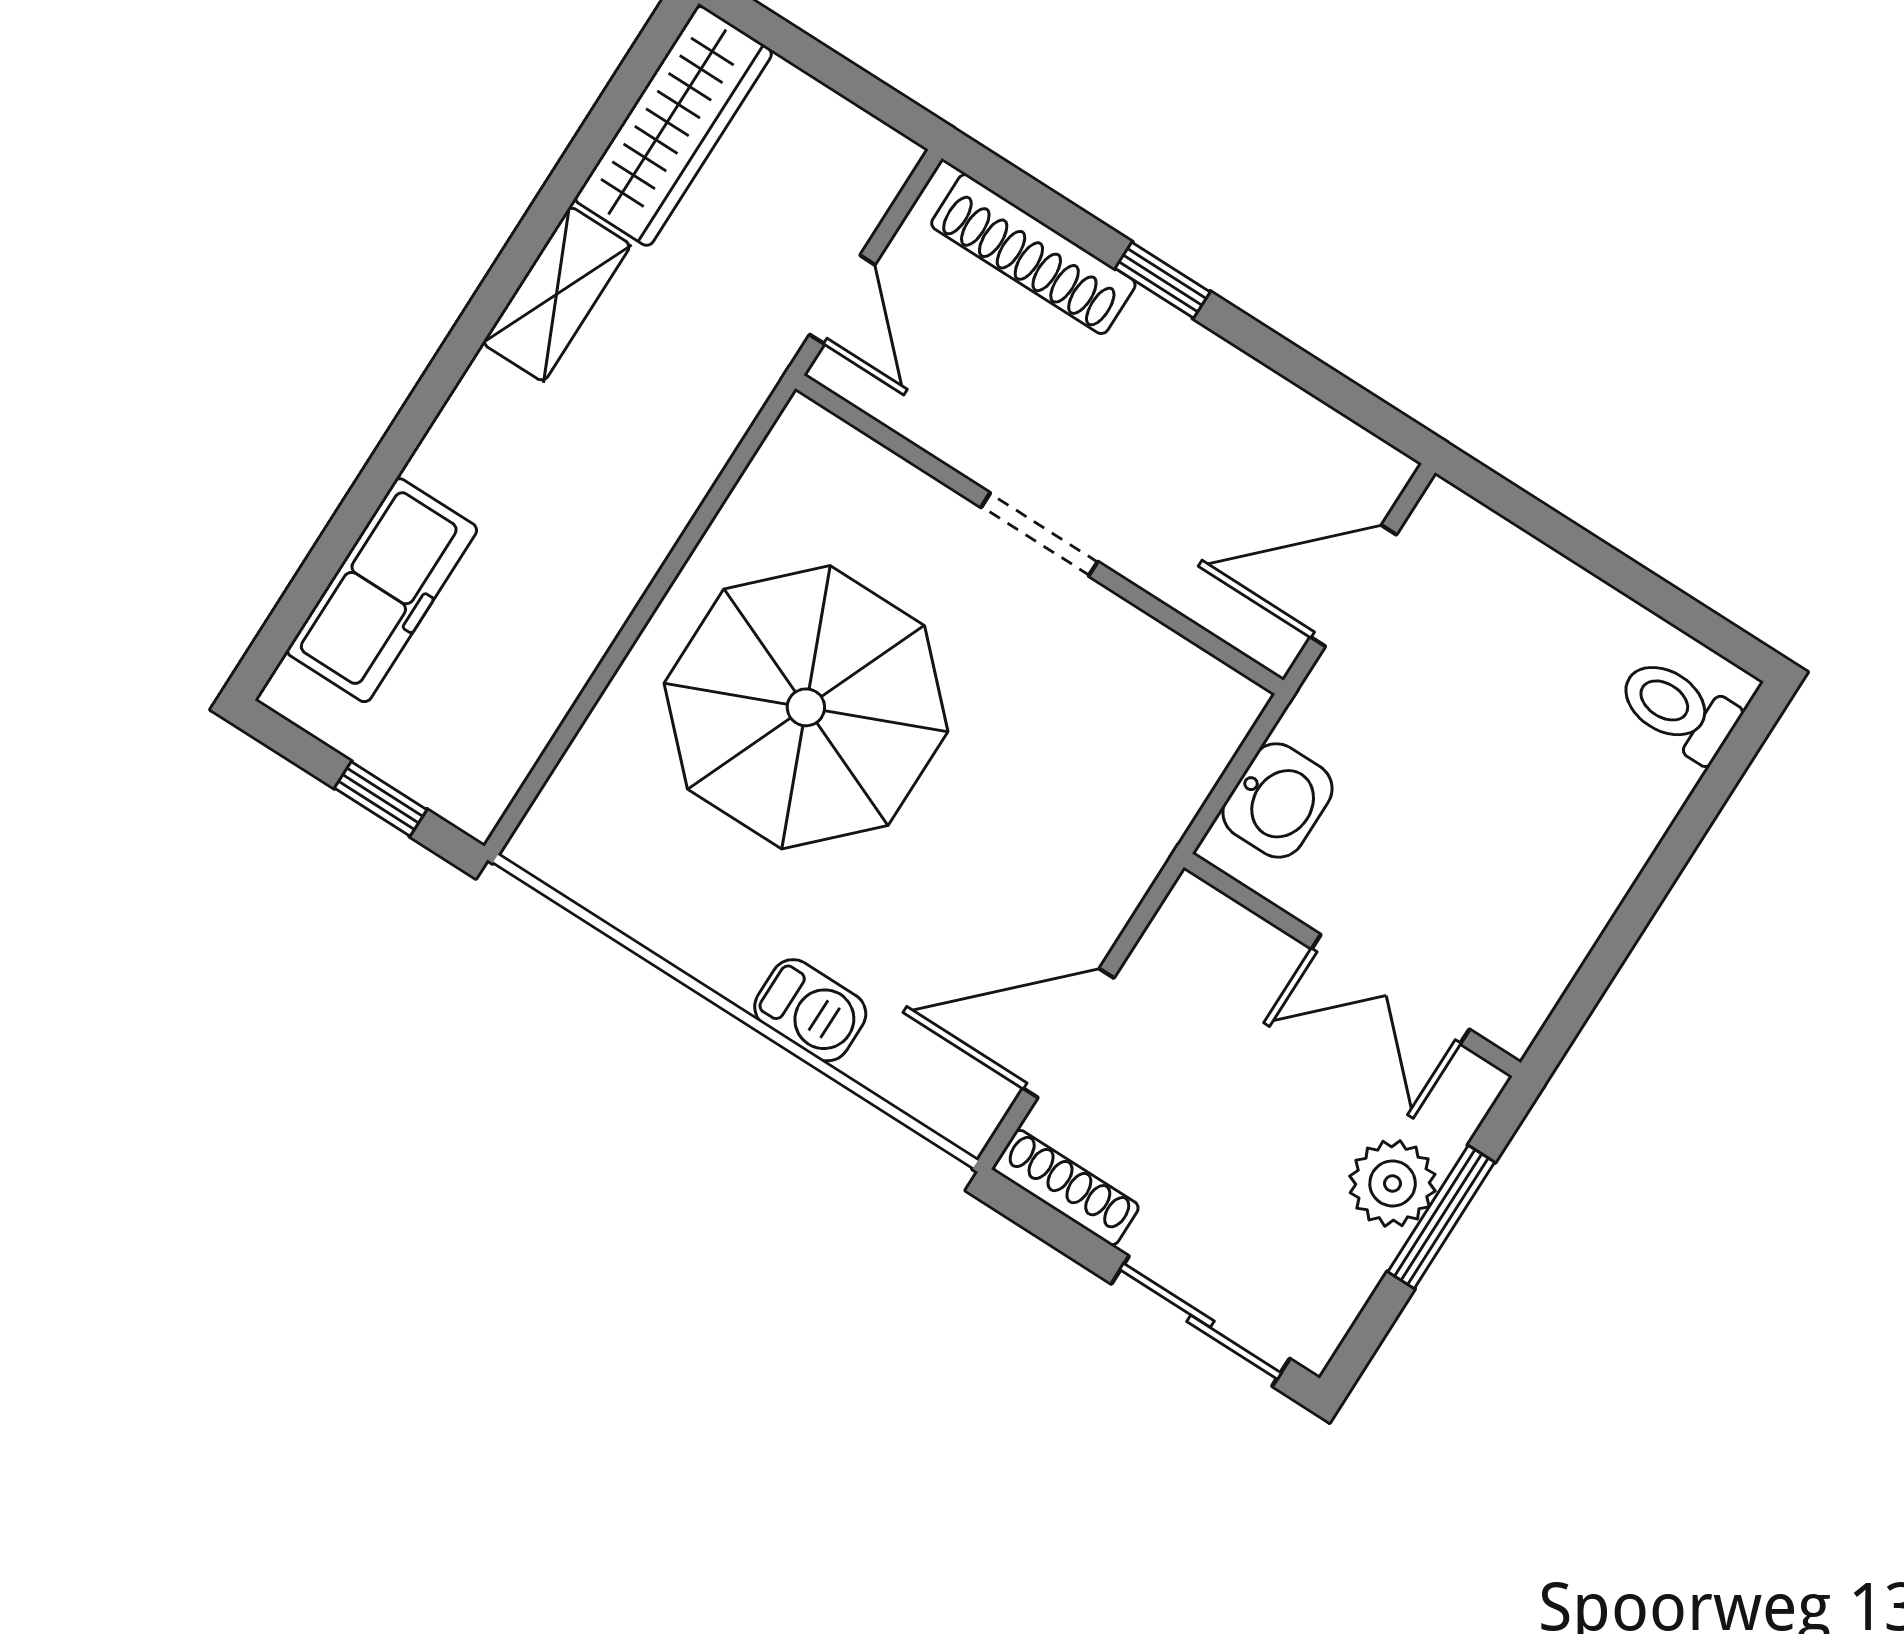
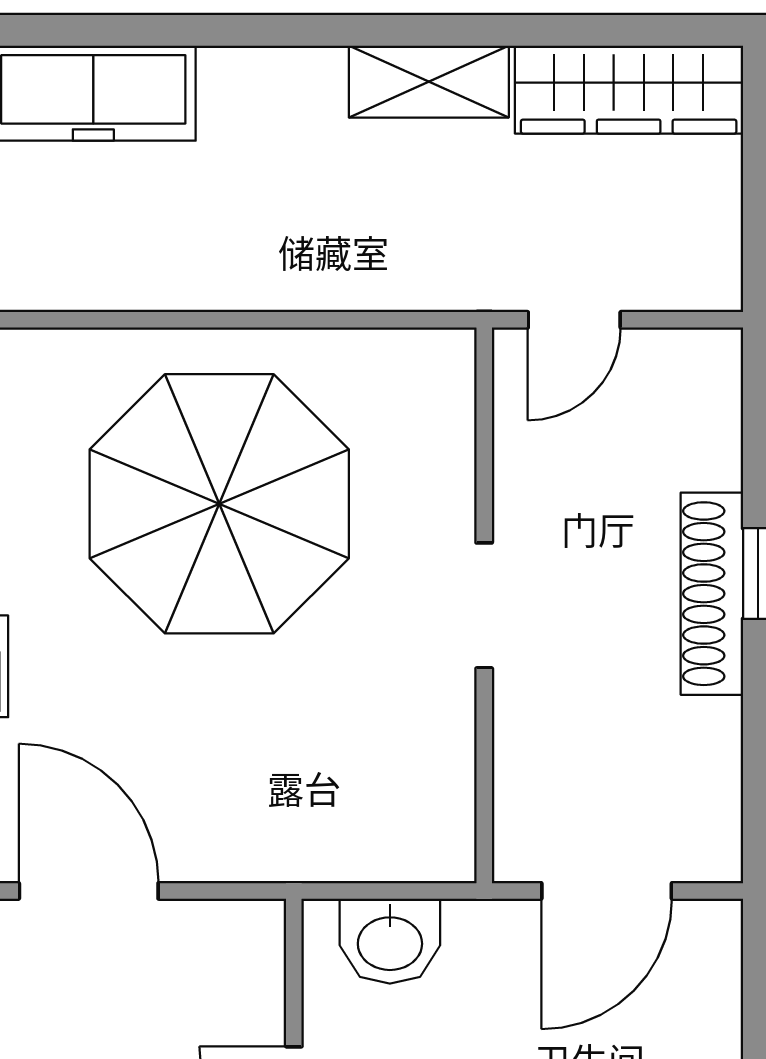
shoe rack: (1033, 254) -> (712, 594), moved
door: (1353, 586) -> (607, 891), swing flipped

